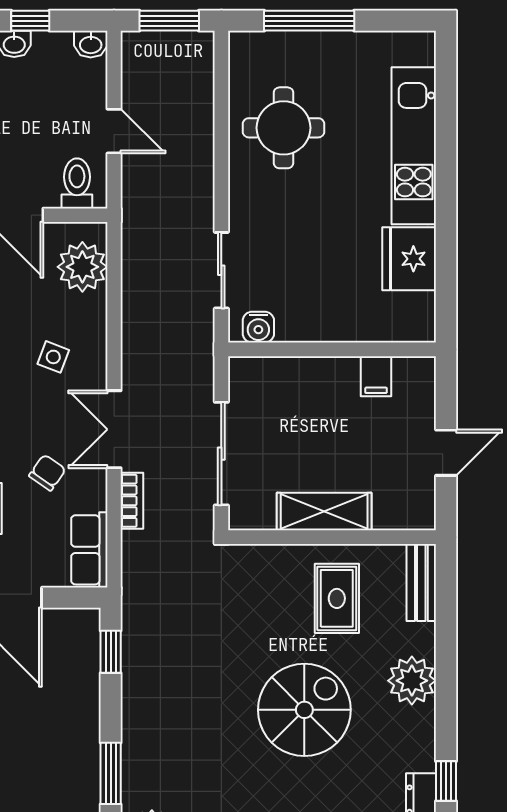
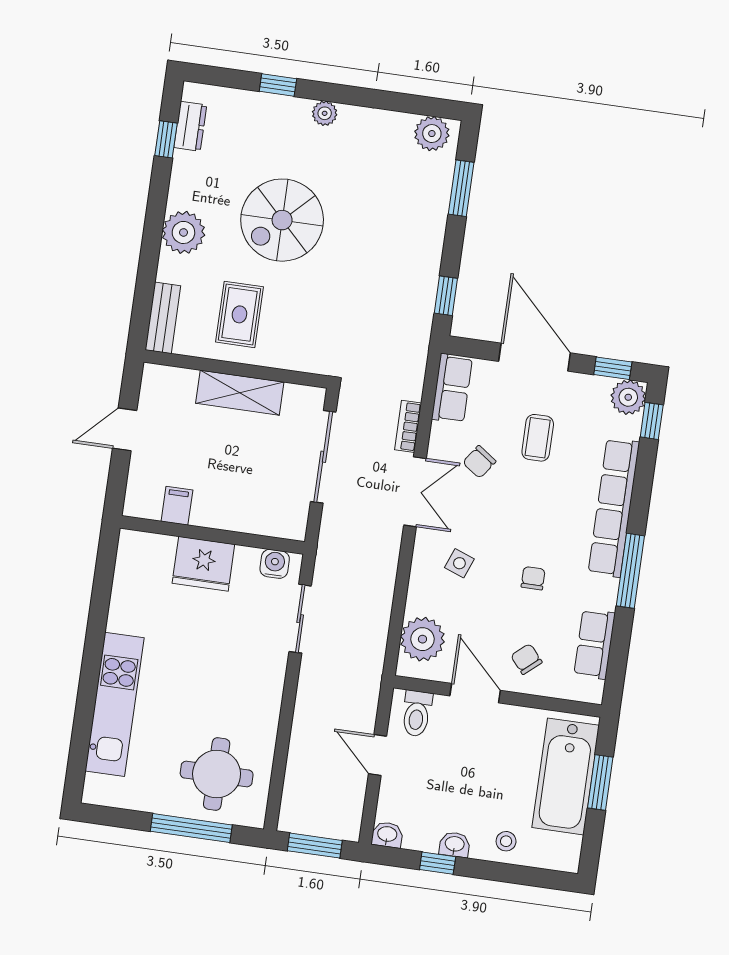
round table: (284, 128) -> (217, 774), moved
fridge: (409, 259) -> (203, 564), moved, turned 90

